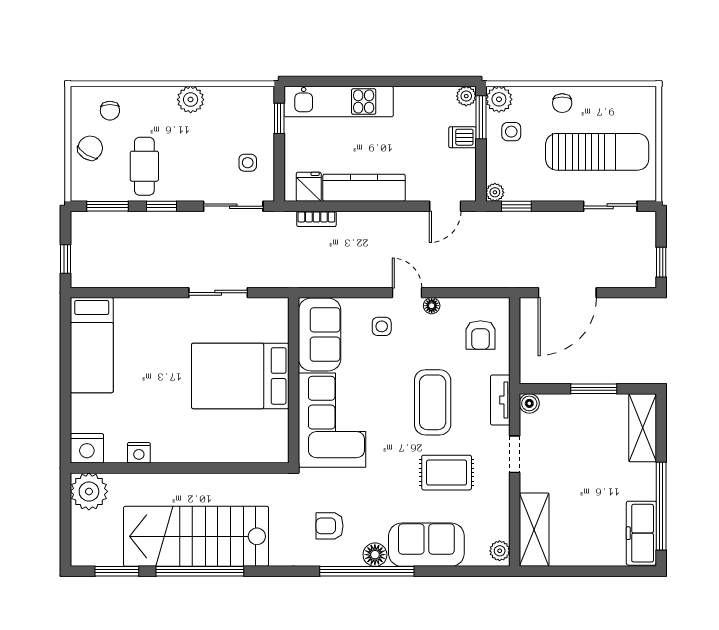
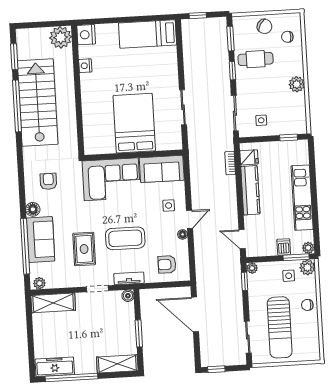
kitchen unit: (339, 101) -> (302, 198), moved
window: (367, 571) -> (25, 246), moved

